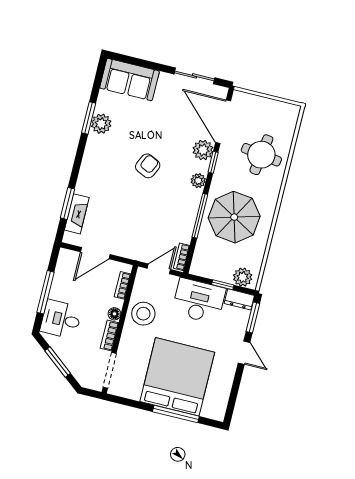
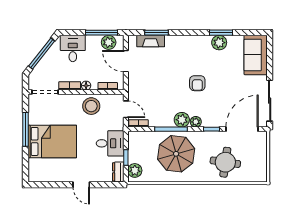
sliding door: (194, 76) -> (270, 101), width x1.37
plant: (203, 150) -> (182, 120), moved
armchair: (148, 166) -> (197, 83), turned 65
plant: (65, 270) -> (109, 42), added
window: (46, 292) -> (101, 33), moved
desk: (199, 301) -> (110, 143), width x0.73
window: (253, 317) -> (108, 185), removed
door: (244, 353) -> (81, 185), hinge flipped
window: (58, 362) -> (42, 54), width x1.44
bed: (177, 377) -> (52, 141), width x0.73
window: (176, 414) -> (26, 129), moved

